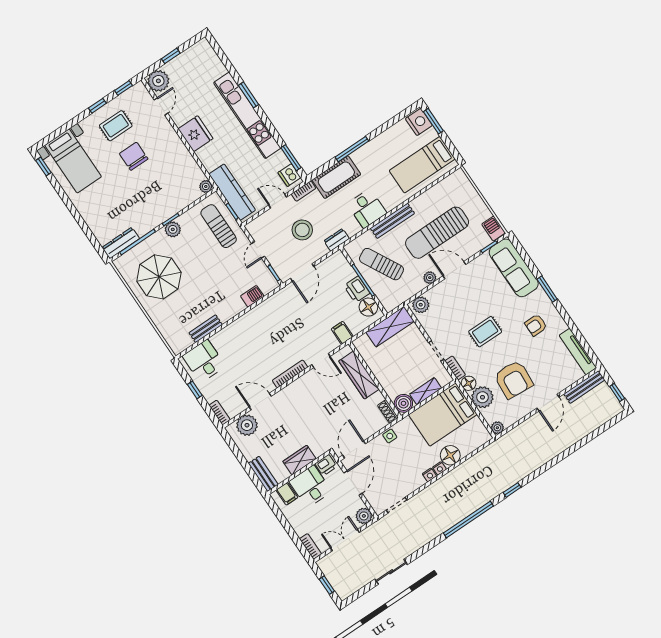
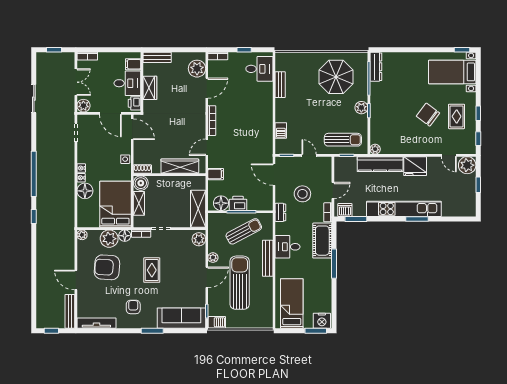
chair: (134, 156) -> (428, 115), turned -143
kitchen counter: (232, 192) -> (380, 164), moved

